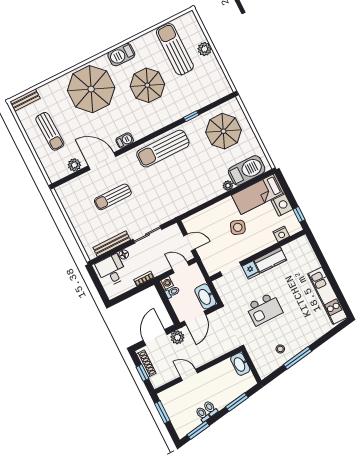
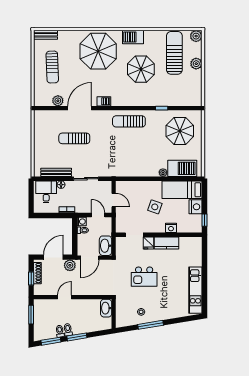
plant: (189, 19) -> (196, 36), added
sun lounger: (163, 149) -> (129, 121), width x0.73, depth x0.75
door: (102, 161) -> (80, 108), hinge flipped
nightstand: (281, 234) -> (171, 228), moved
door: (189, 375) -> (65, 297), hinge flipped
window: (237, 402) -> (77, 337), moved

